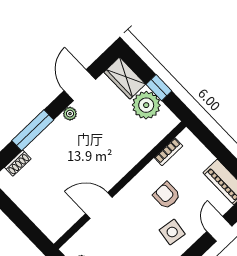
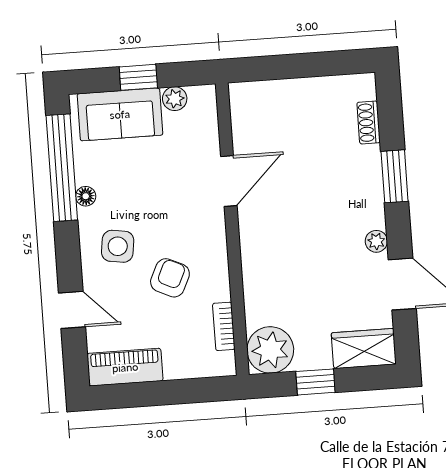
plant: (146, 105) -> (270, 350), moved
window: (33, 130) -> (395, 176), width x0.69
armchair: (167, 195) -> (170, 278), turned -65

